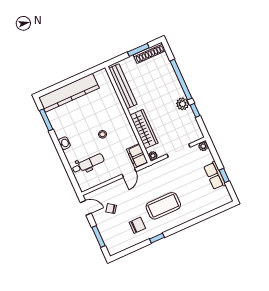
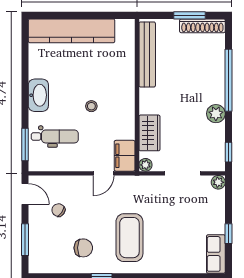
window: (195, 110) -> (229, 152), moved
window: (46, 120) -> (25, 144), moved
wardrobe: (144, 129) -> (149, 133), width x0.67
washbasin: (64, 143) -> (38, 95), width x1.91, depth x1.45
row of seats: (215, 175) -> (216, 254), moved
coffee table: (163, 206) -> (129, 238), turned 90

